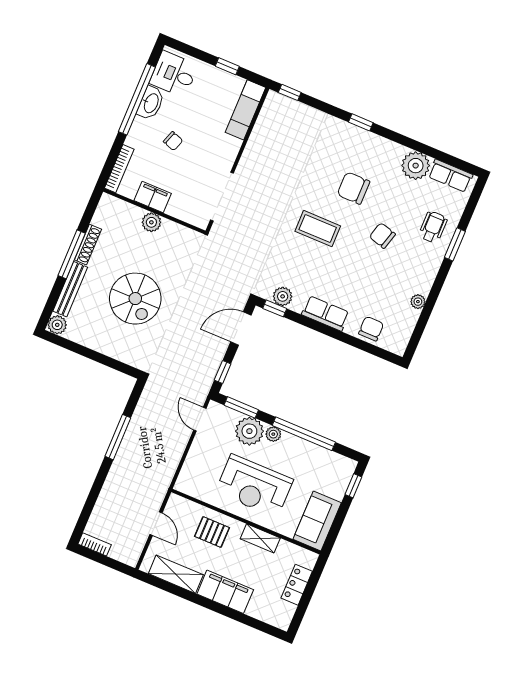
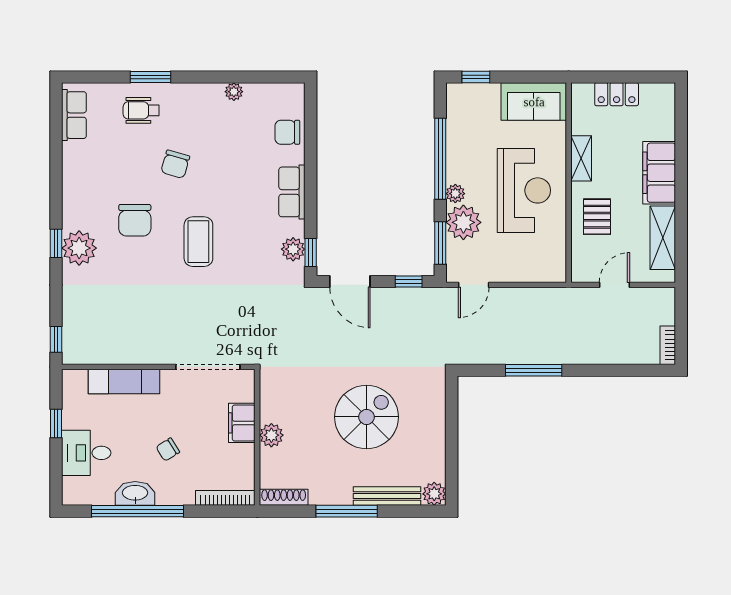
desk: (174, 74) -> (86, 453), moved, turned 90
exam couch: (246, 110) -> (124, 382), moved
chair: (173, 141) -> (168, 450), turned -141
plant: (416, 166) -> (79, 248), moved
filing cabinet: (153, 197) -> (242, 423), moved
shoe rack: (88, 245) -> (284, 497), moved

